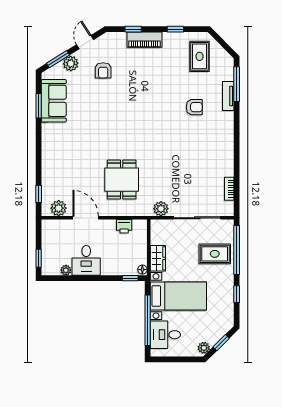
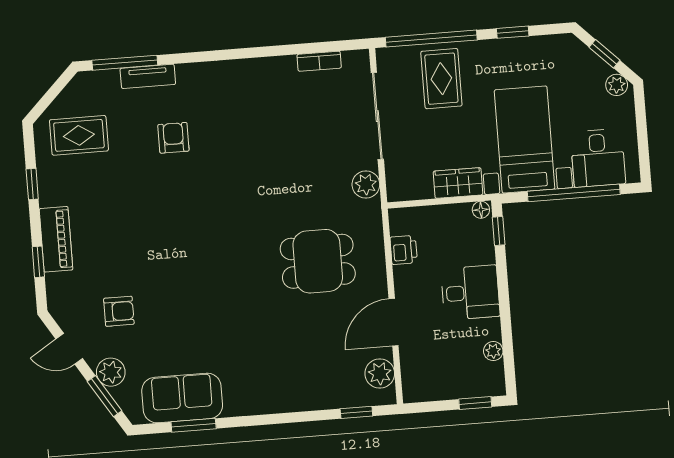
desk: (86, 260) -> (470, 293), moved

